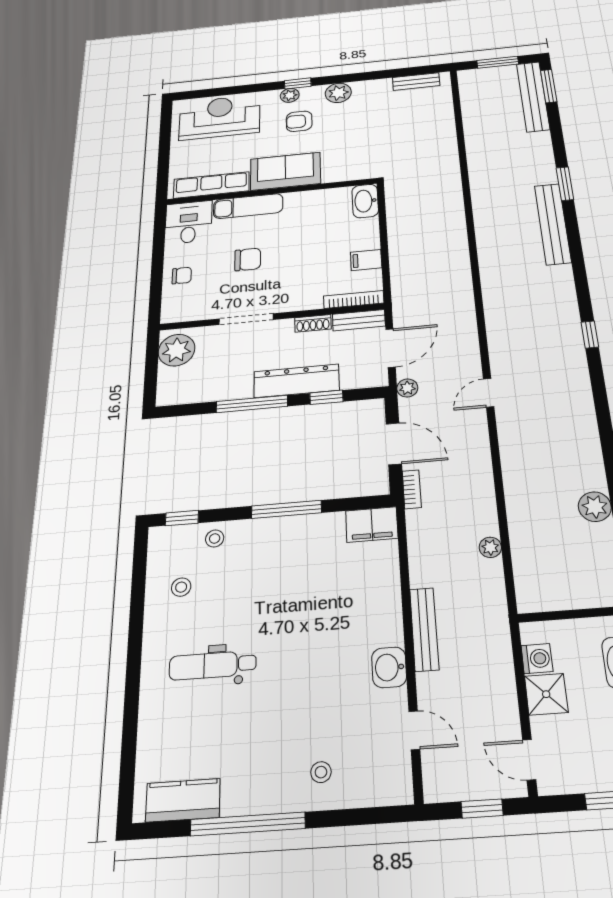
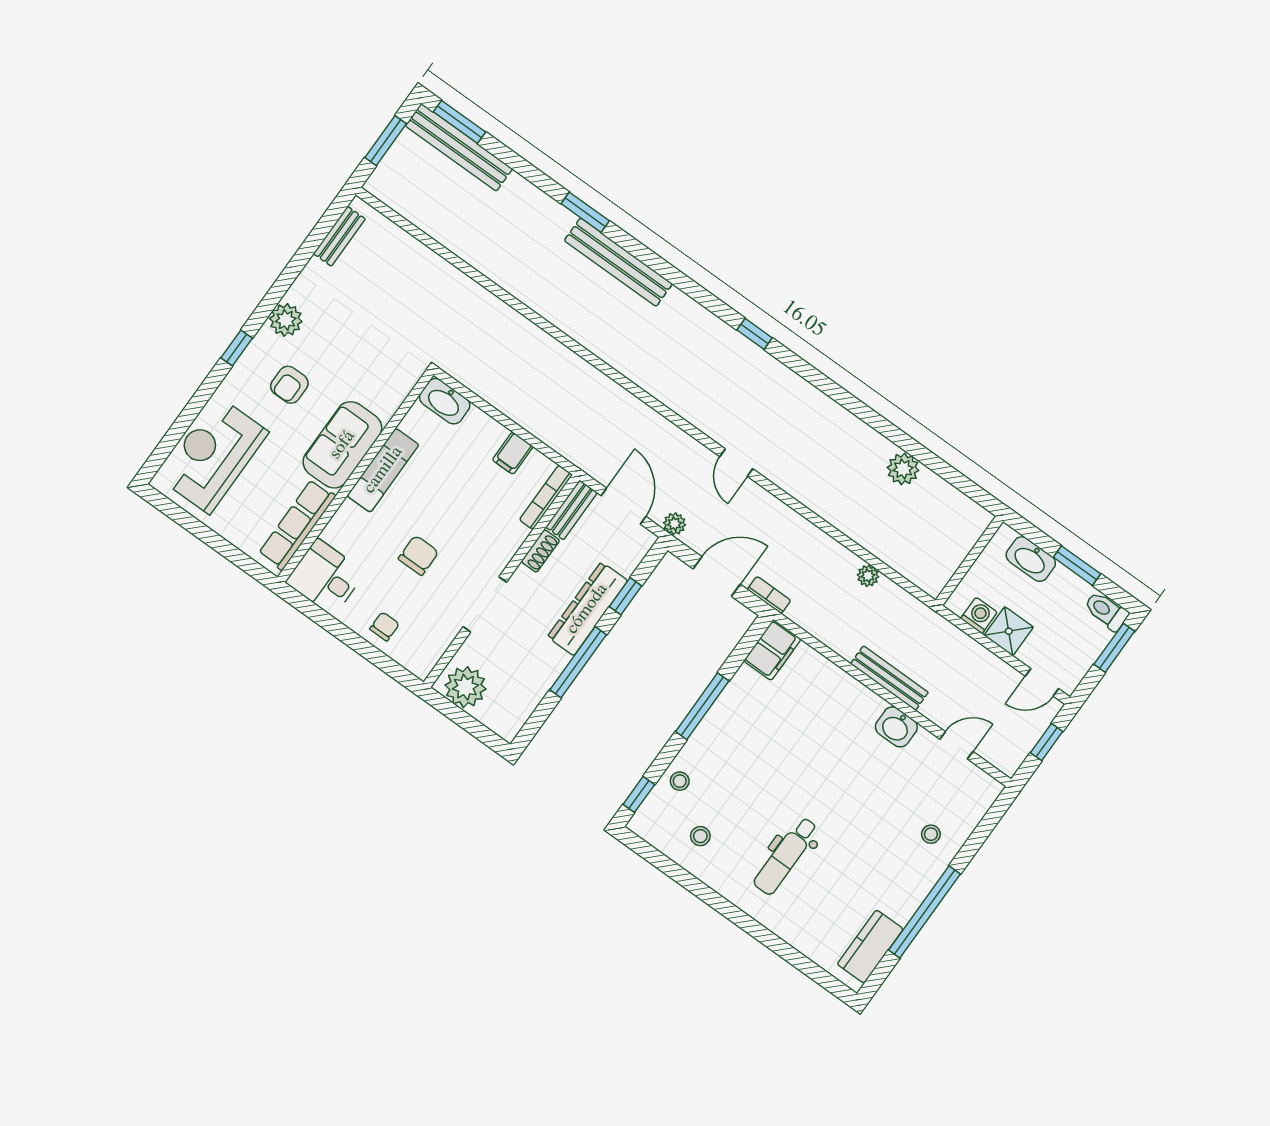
plant: (290, 95) -> (246, 368), removed
exam couch: (248, 206) -> (383, 470), moved

